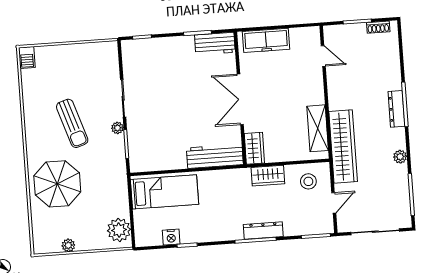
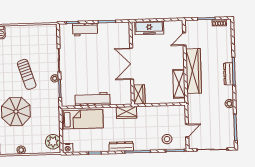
workbench: (215, 44) -> (85, 30), moved
door: (323, 56) -> (184, 39), swing flipped
wardrobe: (343, 147) -> (194, 71), moved
workbench: (215, 156) -> (93, 99), moved
wardrobe: (268, 176) -> (126, 112), moved
stool: (308, 181) -> (167, 139), moved
dresser: (263, 230) -> (121, 146), moved
nightstand: (171, 237) -> (68, 148), moved

